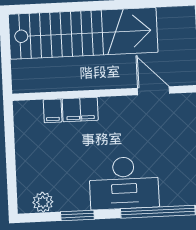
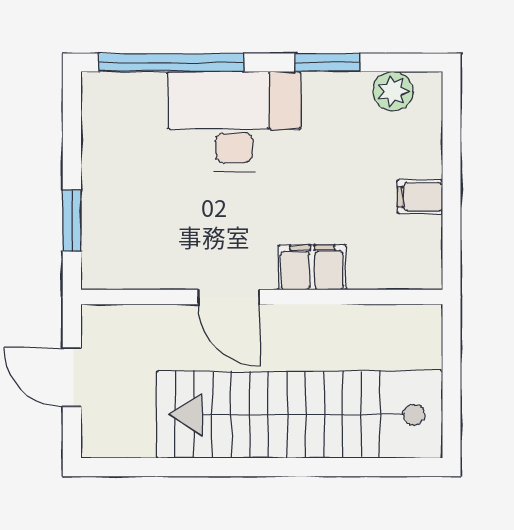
door: (153, 91) -> (229, 297), moved
filing cabinet: (53, 111) -> (420, 197), moved, turned -90

